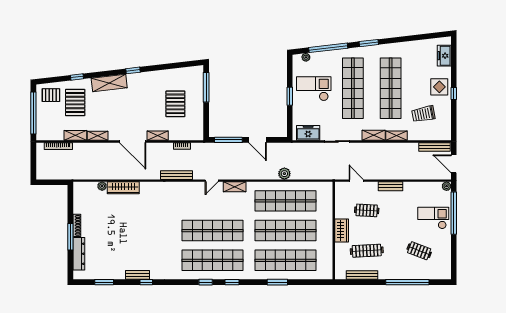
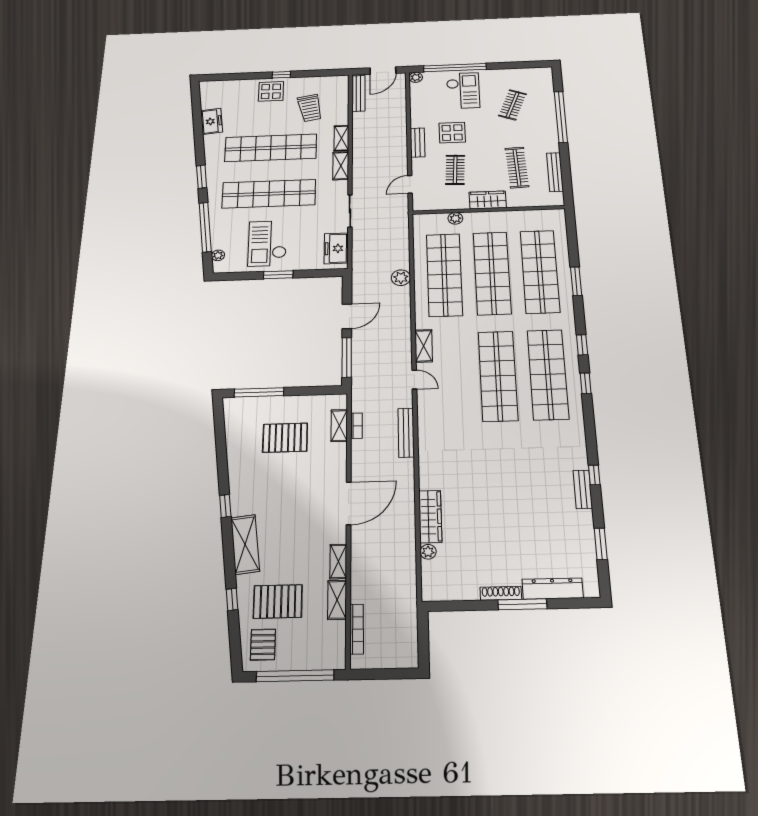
freezer: (444, 56) -> (212, 121), moved, turned -97
shelving: (158, 136) -> (339, 426), moved
plant: (328, 209) -> (455, 218), added
display table: (398, 209) -> (452, 133), added
checkout: (433, 218) -> (463, 91), turned 180

